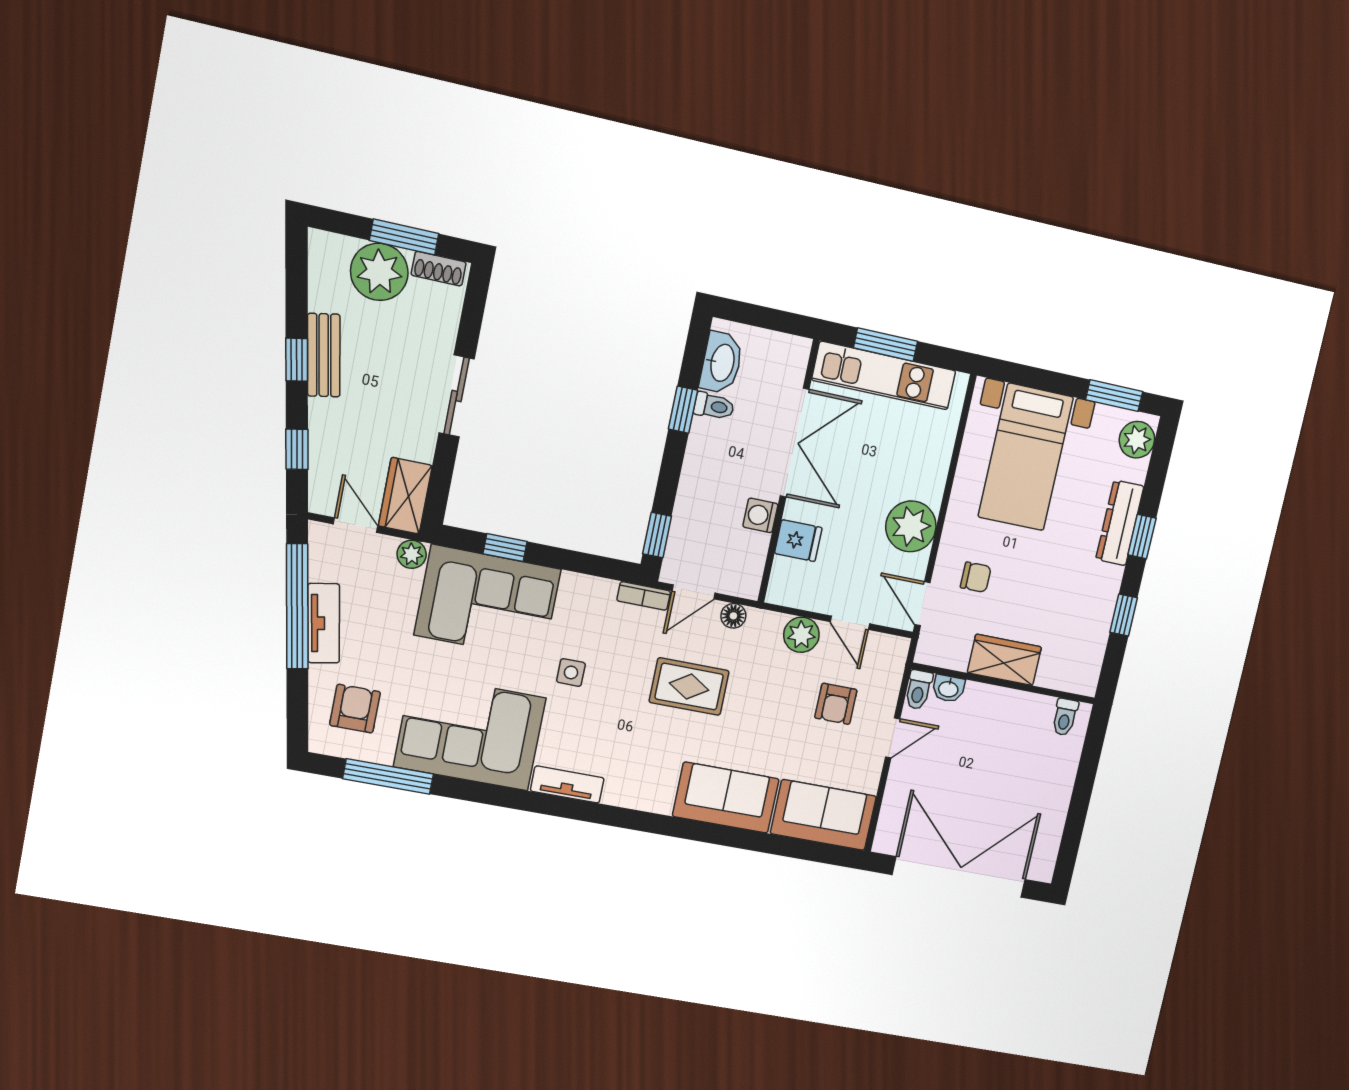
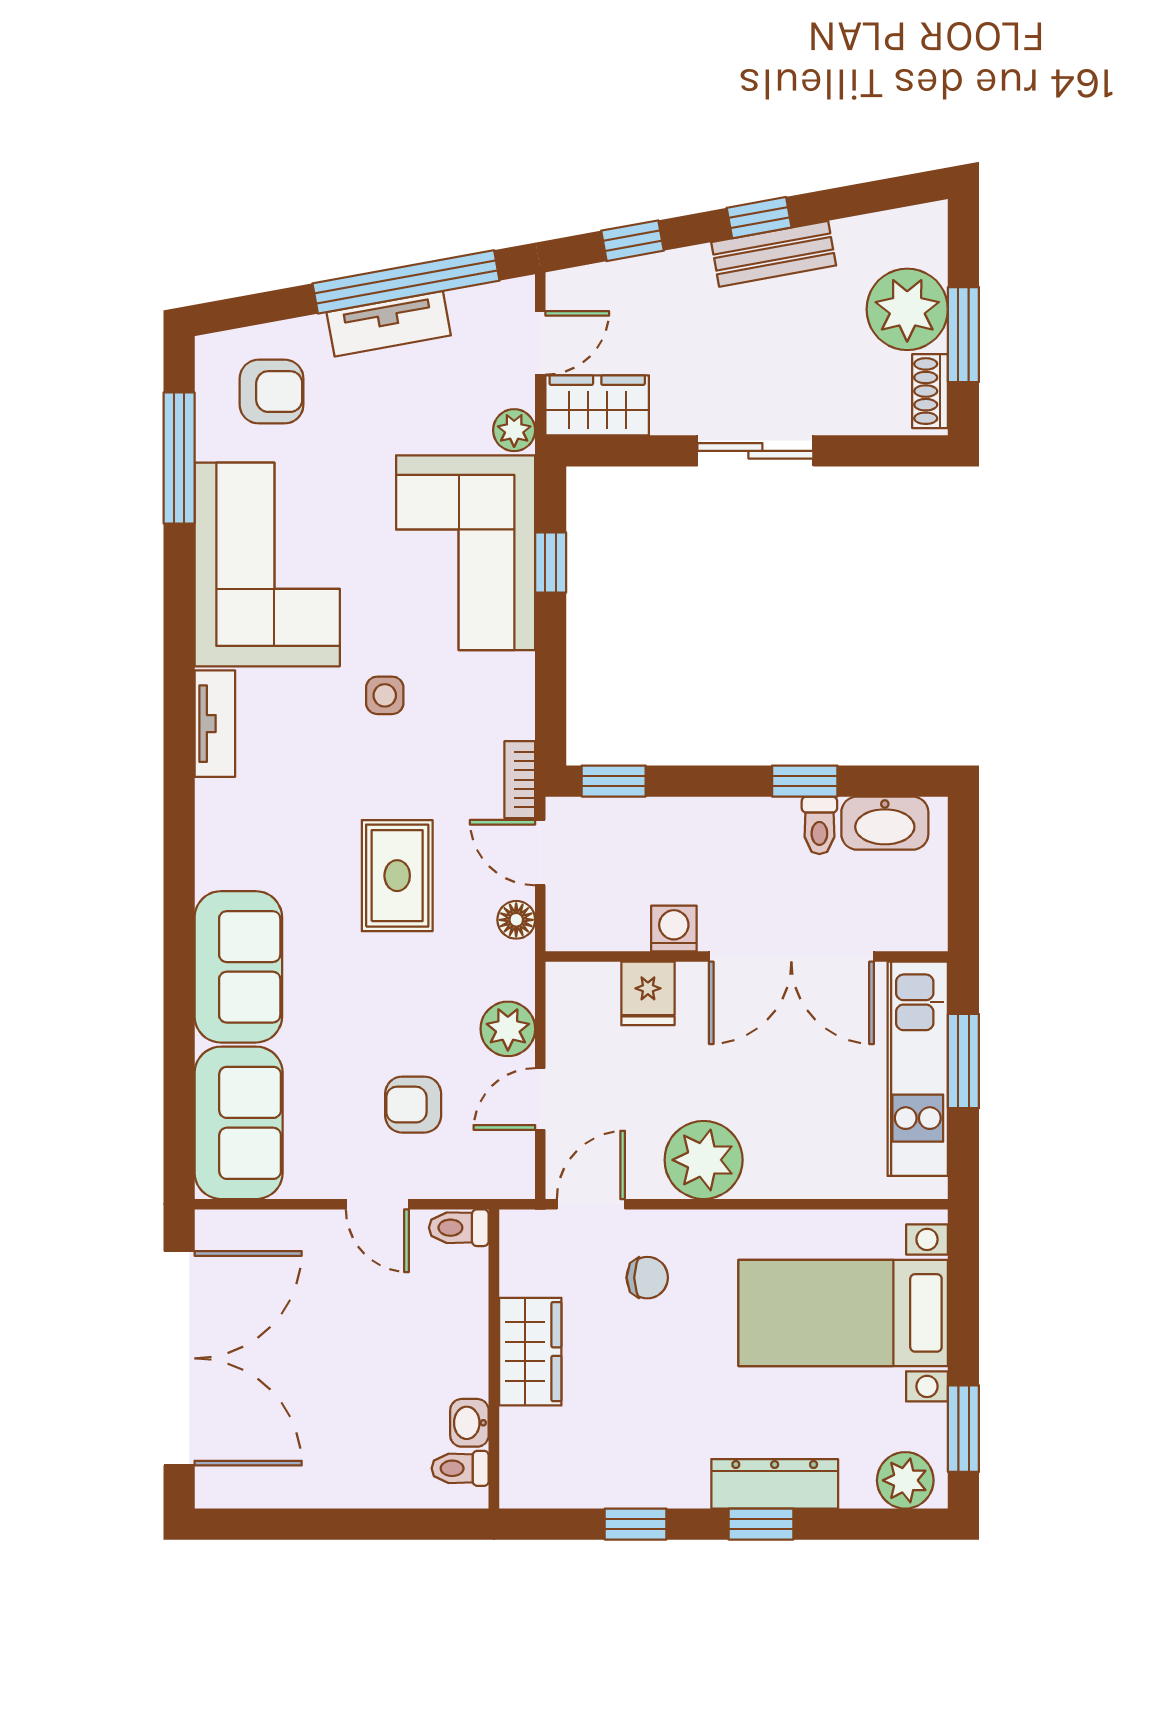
chair: (976, 577) -> (647, 1278), turned -90
washbasin: (948, 689) -> (469, 1423), moved

